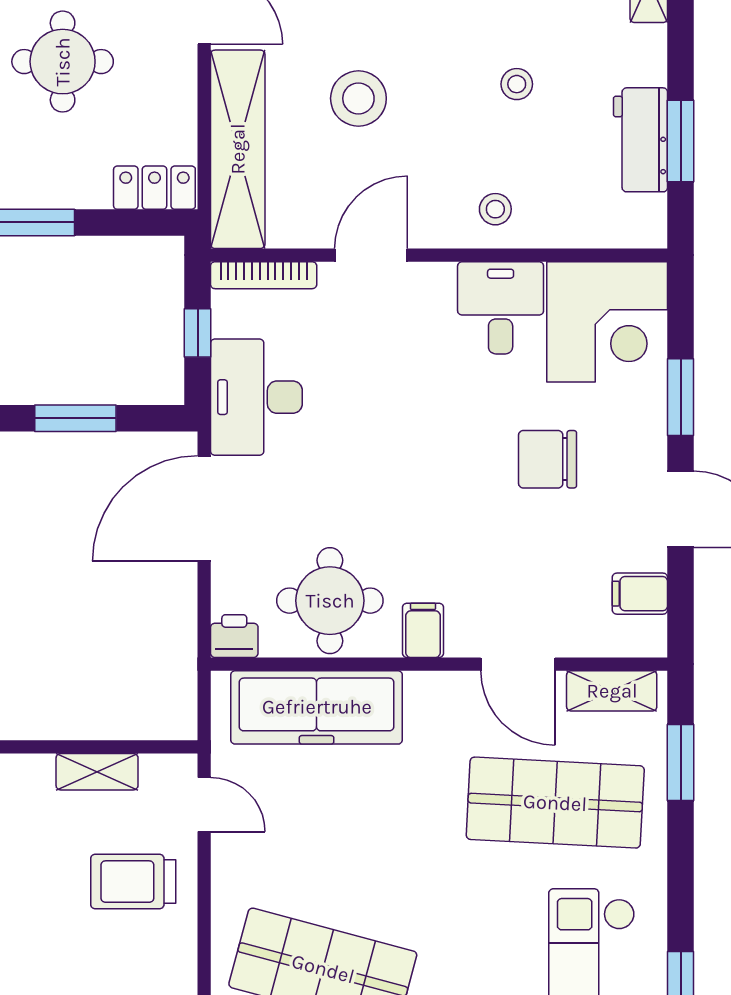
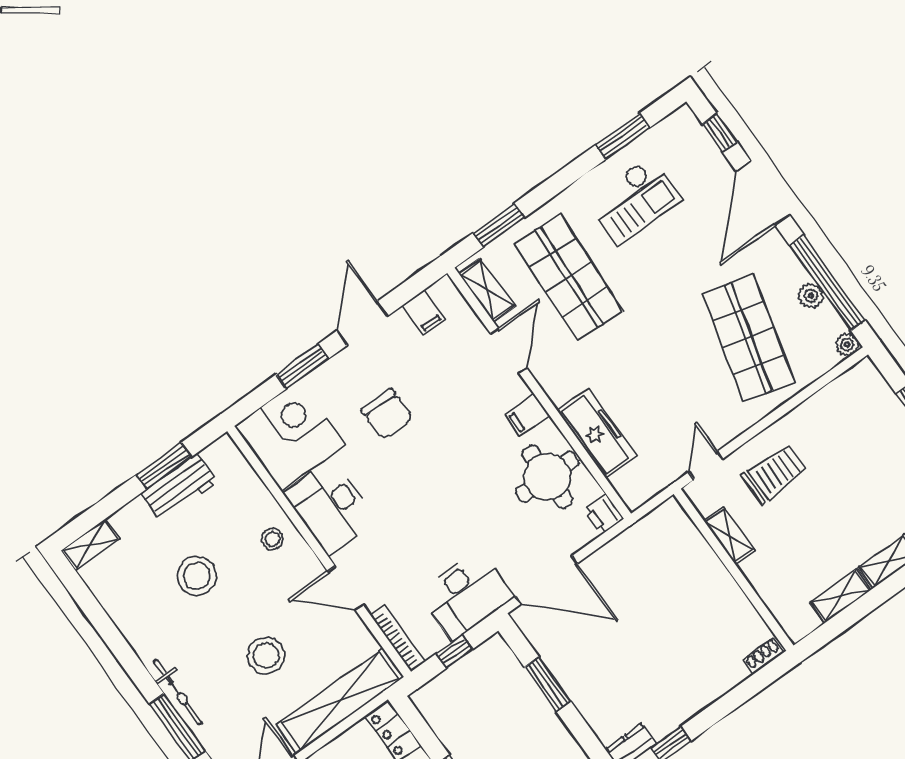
stool: (517, 84) -> (197, 576), width x1.89, depth x1.89
desk: (501, 308) -> (330, 507), width x1.37
freezer: (317, 707) -> (597, 433), width x0.73, depth x0.79
trolley: (133, 882) -> (775, 474), turned -90

